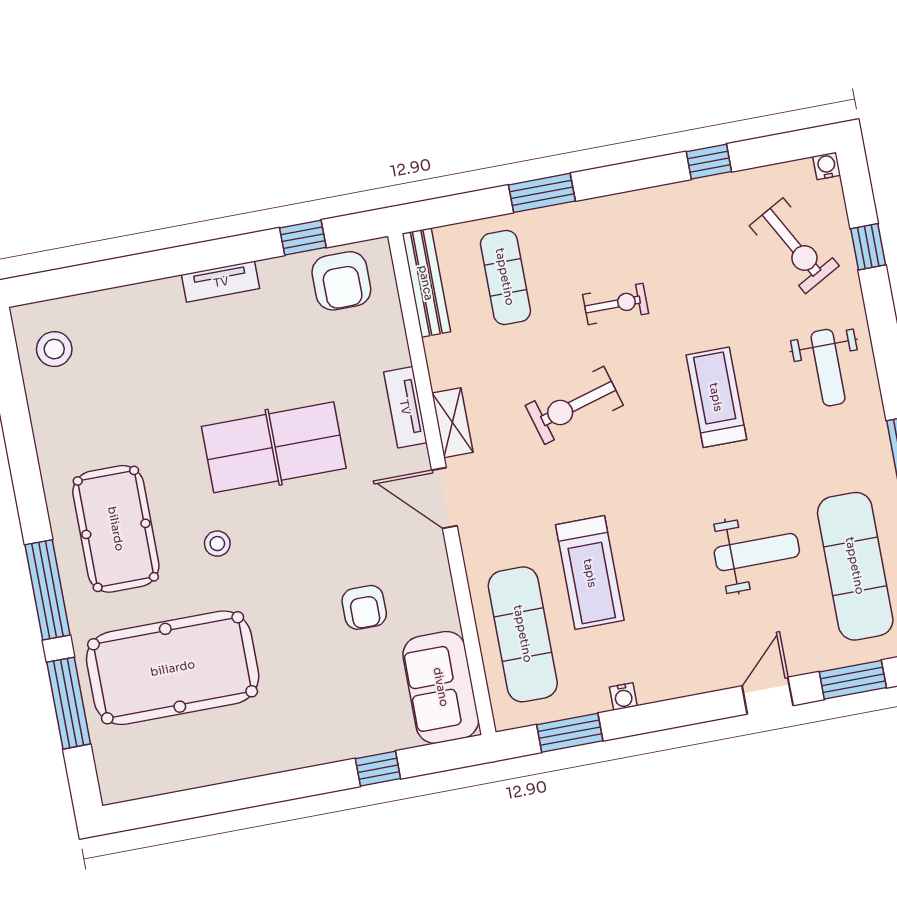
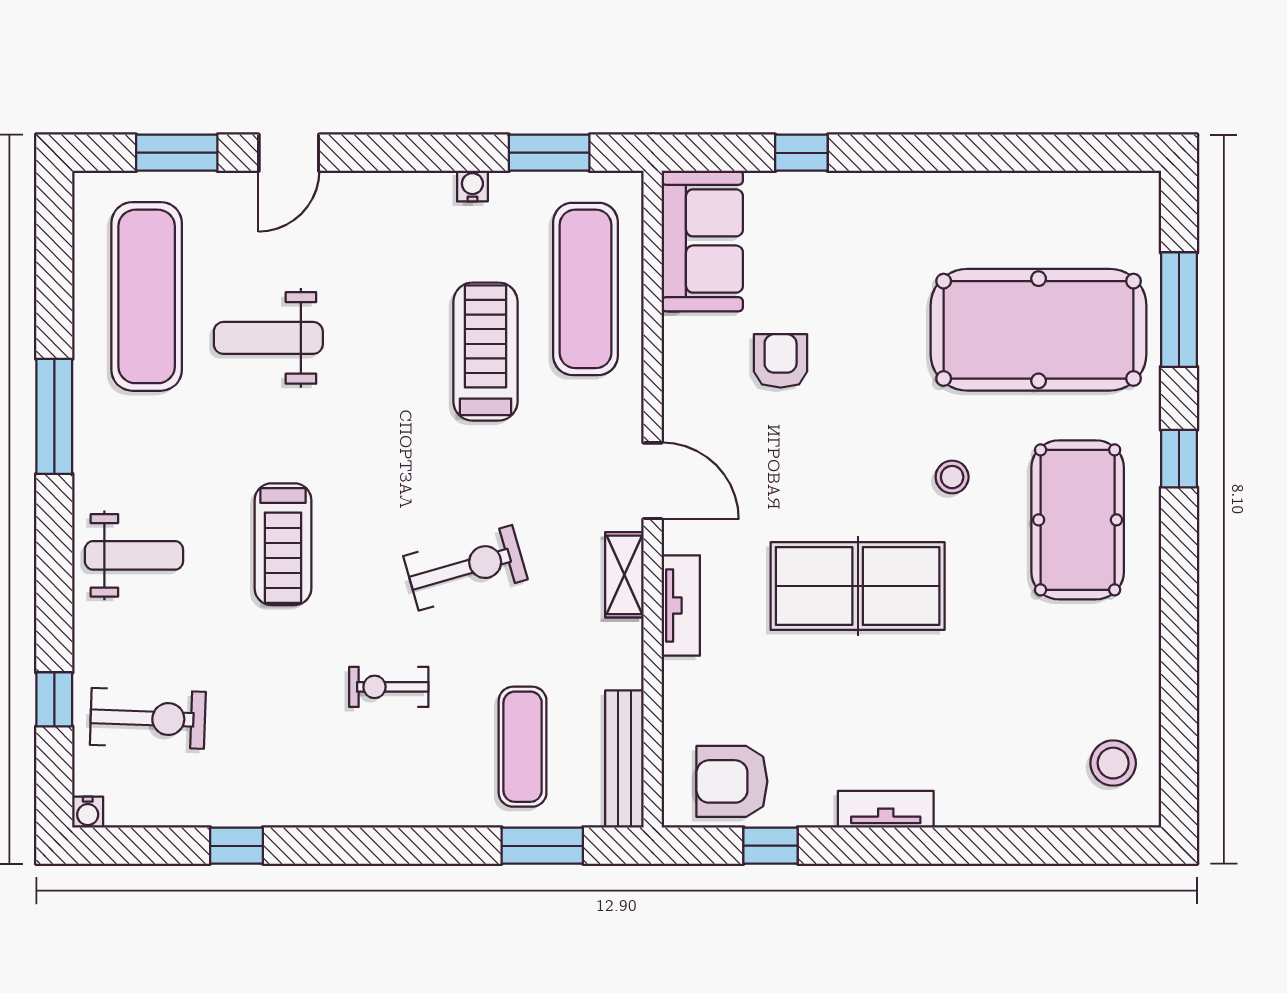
window: (542, 193) -> (542, 846), moved
exercise bike: (794, 246) -> (148, 718), turned 121
armchair: (341, 281) -> (732, 781), turned -90
weight bench: (828, 368) -> (134, 555), turned 90
window: (47, 590) -> (1179, 459), width x0.46

